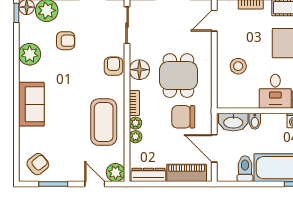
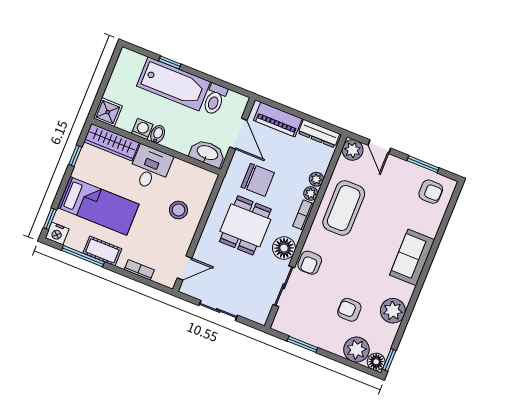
sliding door: (127, 25) -> (284, 286), moved
bidet: (255, 121) -> (158, 134), moved
armchair: (38, 164) -> (431, 192), turned -141

